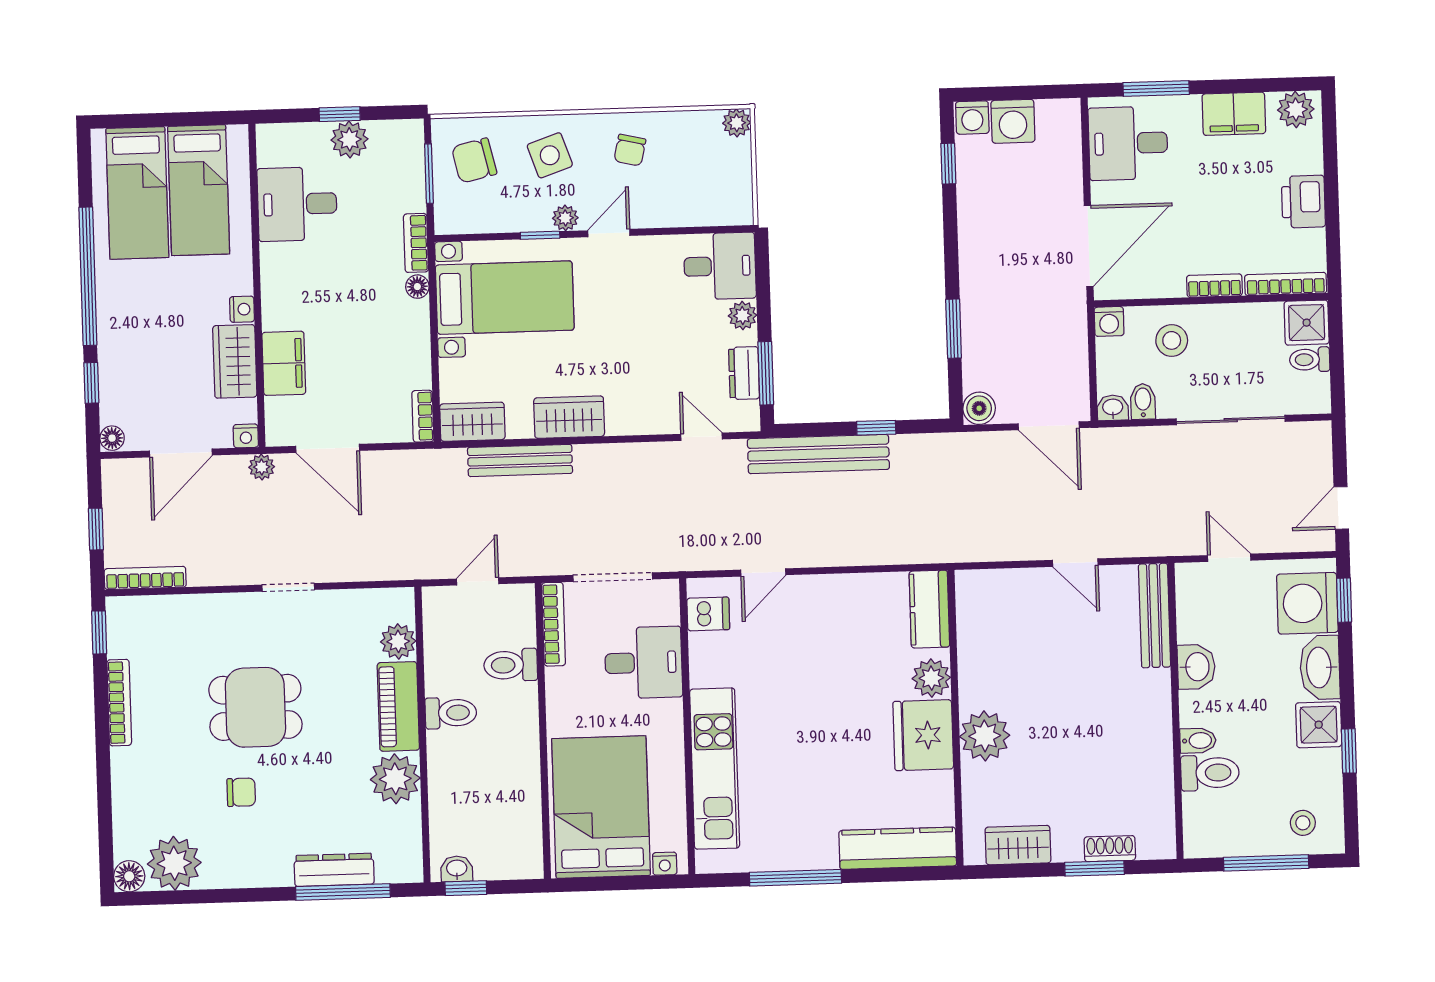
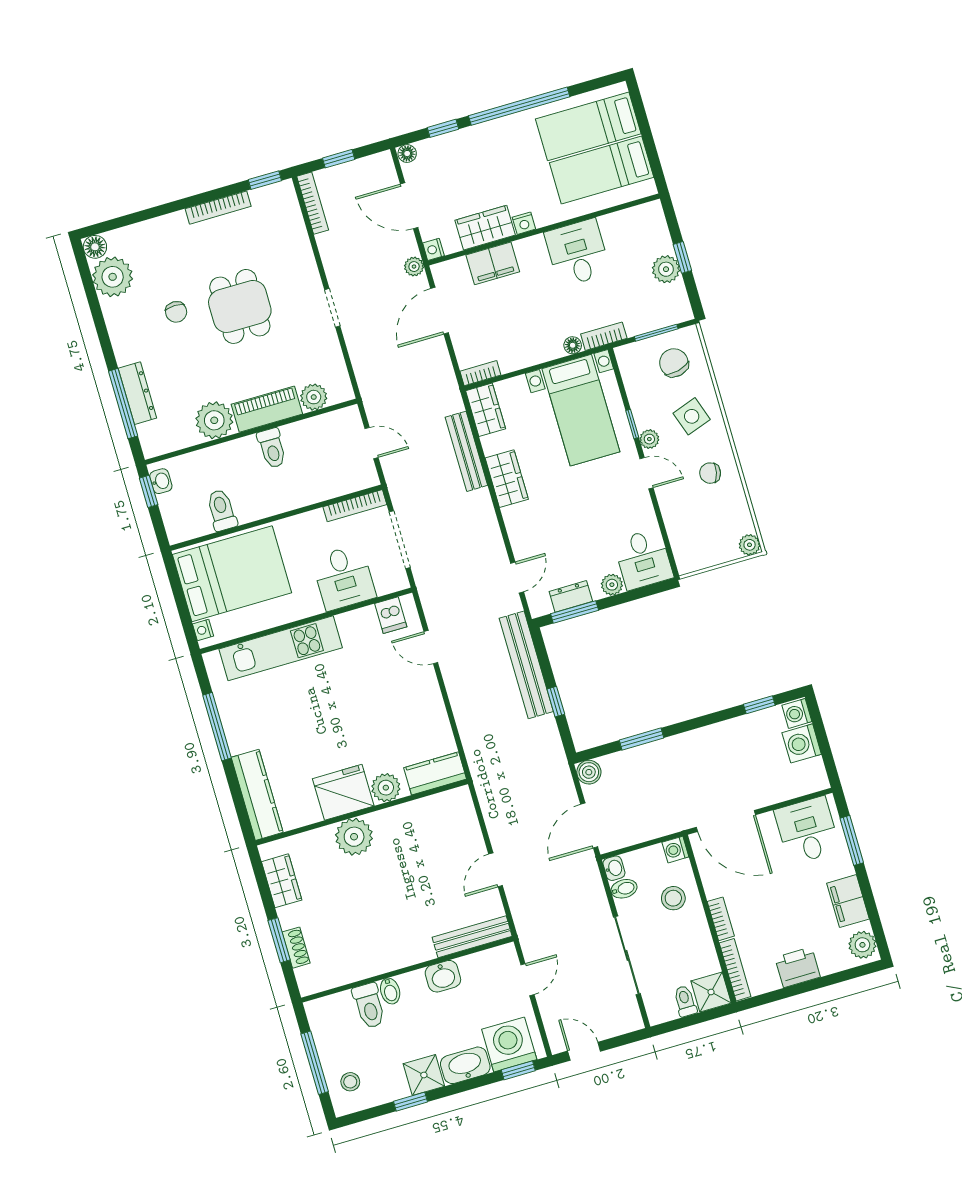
desk: (297, 204) -> (577, 253), moved
toilet: (511, 665) -> (222, 510), moved

